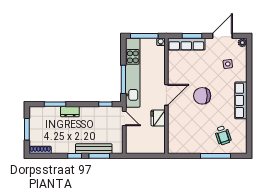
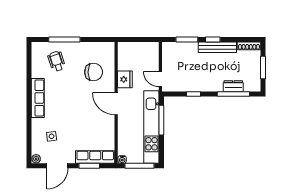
door: (166, 95) -> (116, 104), hinge flipped
chair: (202, 96) -> (94, 72), moved
window: (55, 104) -> (233, 94), width x1.44
window: (105, 104) -> (193, 94), moved
dresser: (70, 112) -> (233, 86), moved
bench: (94, 149) -> (217, 47), moved

